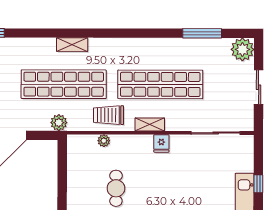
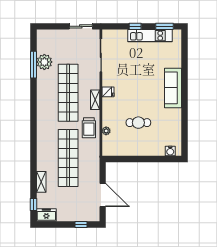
shelving: (72, 45) -> (41, 182), moved
plant: (242, 49) -> (44, 62), moved
sliding door: (259, 87) -> (81, 26), moved
plant: (59, 123) -> (94, 161), removed

